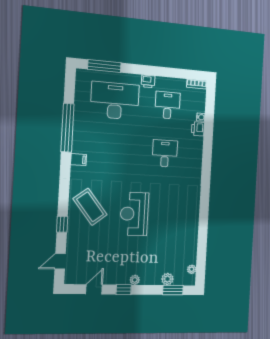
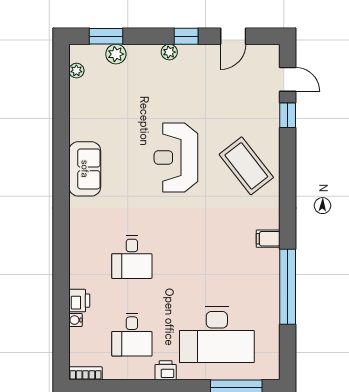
sofa: (190, 209) -> (85, 169), added
reception desk: (134, 214) -> (176, 158), turned 180
window: (62, 224) -> (288, 115), moved
door: (60, 261) -> (288, 79), hinge flipped

